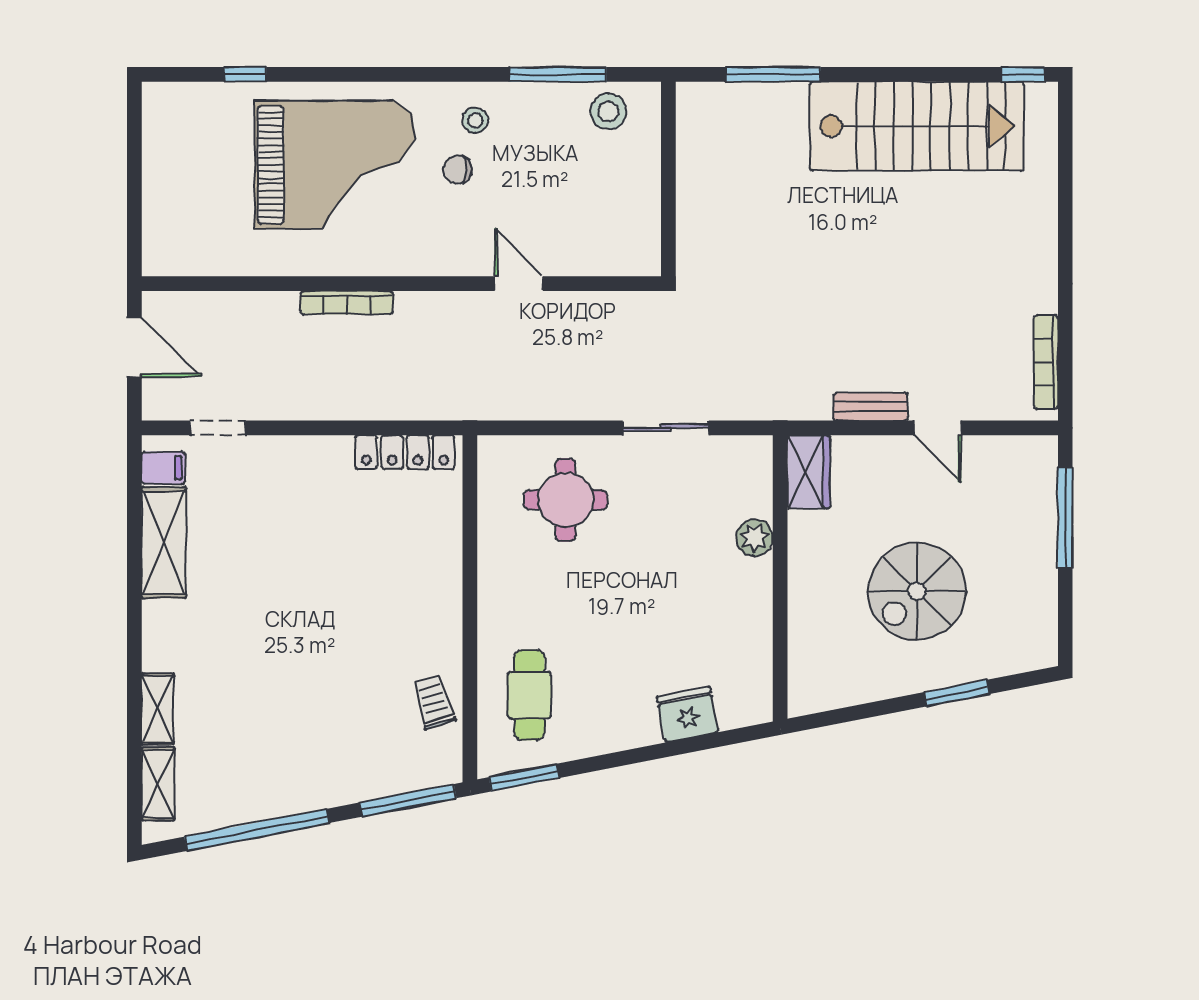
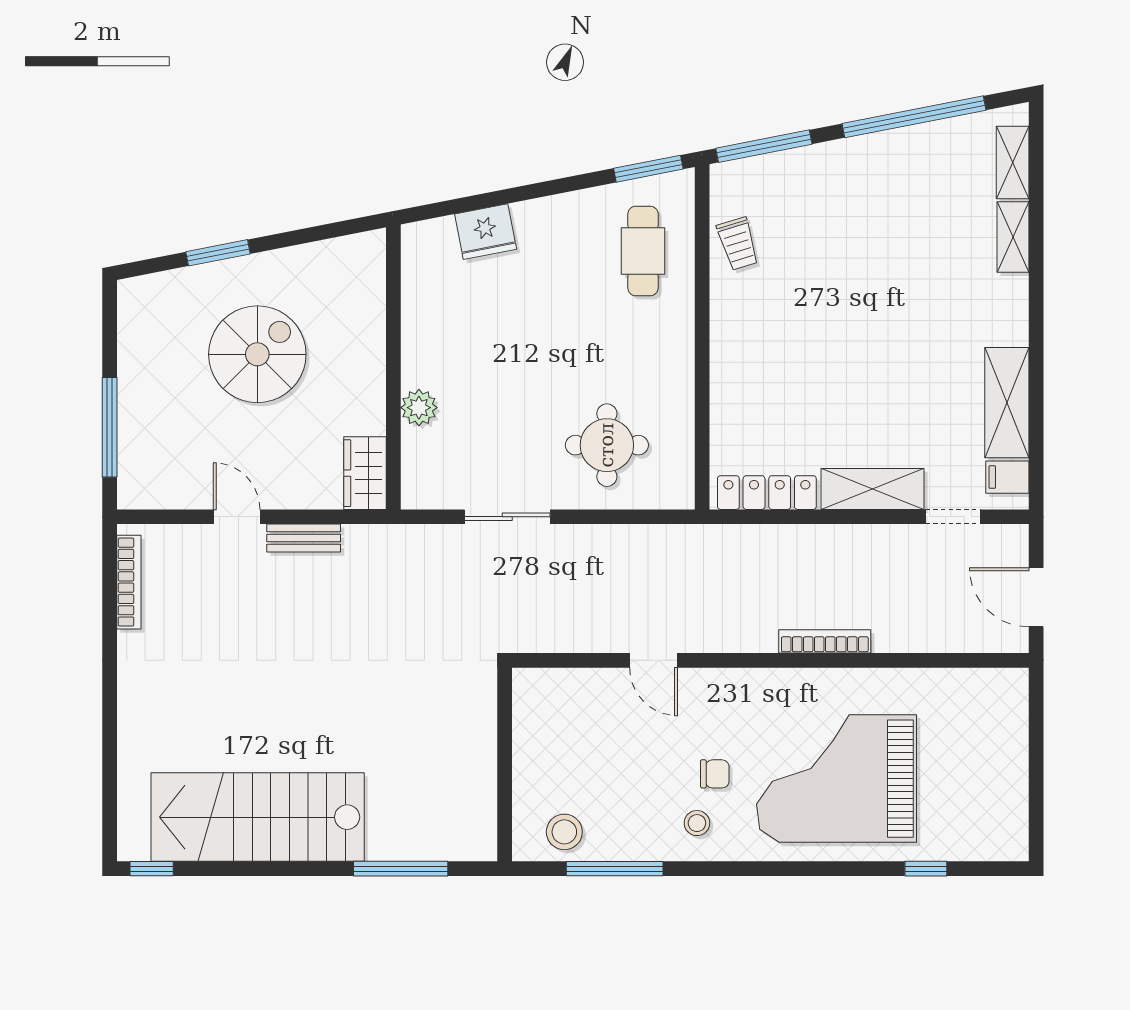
shelving: (299, 456) -> (872, 489), added

